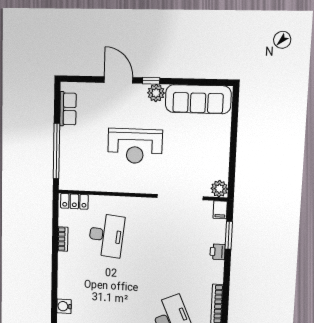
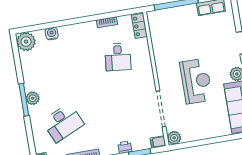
reception desk: (135, 146) -> (196, 81), moved, turned 180
desk: (106, 235) -> (118, 57), width x0.73

